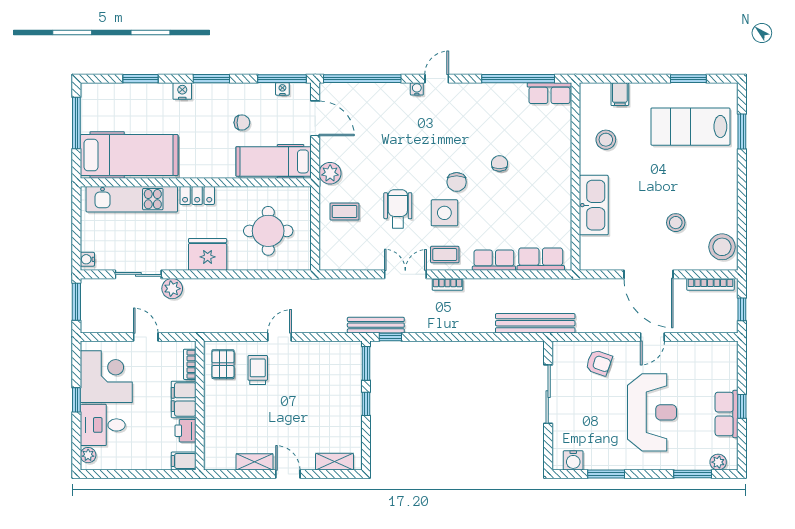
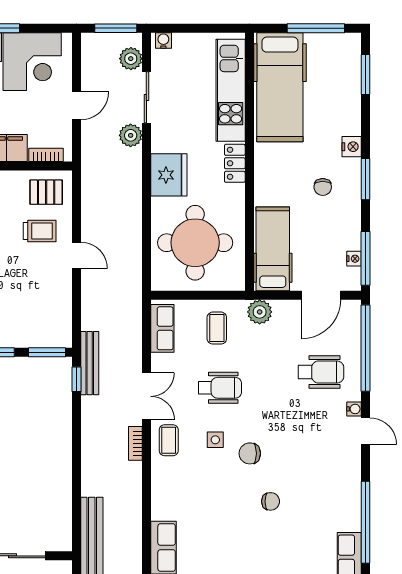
window: (141, 79) -> (365, 74), moved
wheelchair: (384, 118) -> (321, 372), added
chair: (242, 123) -> (323, 187), moved
side table: (444, 213) -> (215, 440), width x0.54, depth x0.54
round table: (268, 231) -> (195, 243), width x1.36, depth x1.36
row of seats: (494, 260) -> (162, 328), moved
plant: (104, 288) -> (131, 59), added

